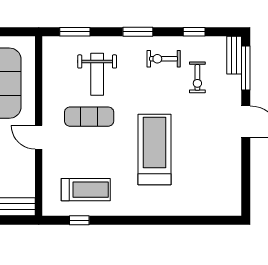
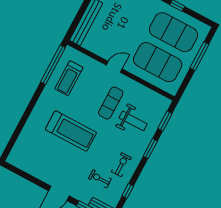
window: (138, 32) -> (150, 149), moved
weight bench: (97, 74) -> (133, 121), turned 180
window: (79, 220) -> (53, 65), width x3.17

